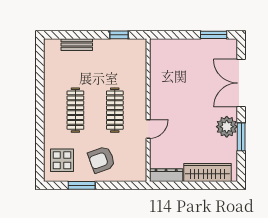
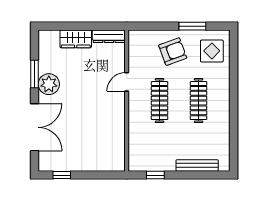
window: (214, 35) -> (62, 175), width x0.67
bench: (77, 45) -> (197, 165), width x1.36
wardrobe: (207, 173) -> (76, 39), width x0.67

